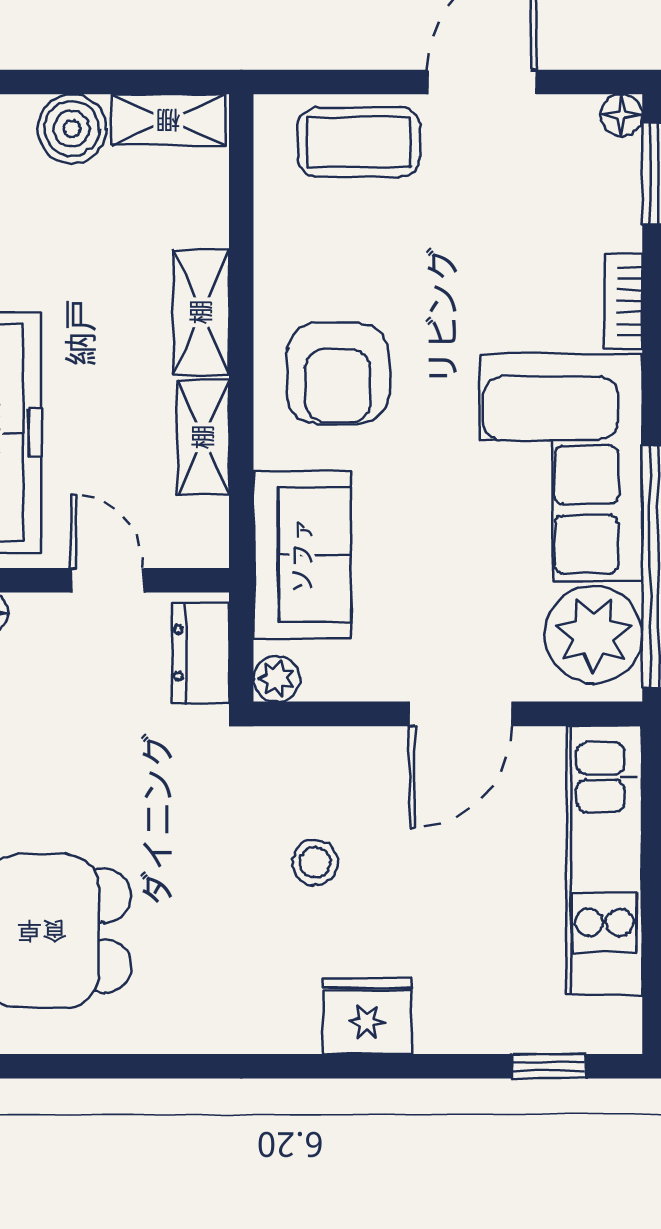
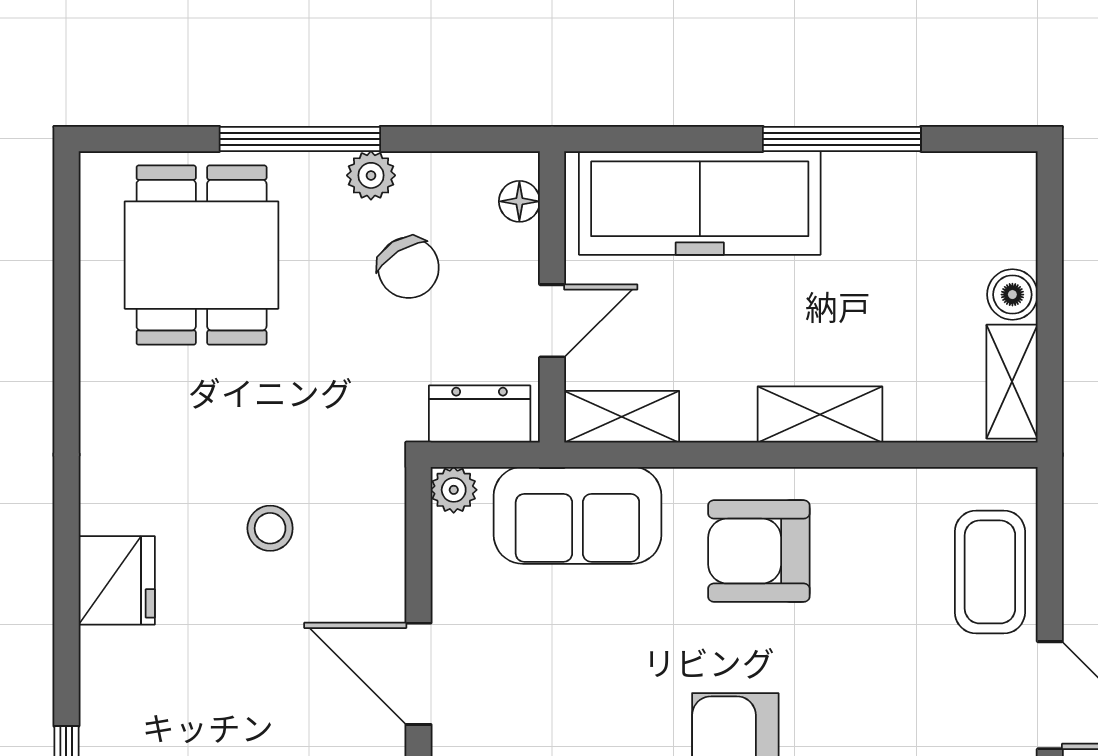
boiler: (72, 129) -> (1012, 295), width x0.73, depth x0.73
shelving: (203, 437) -> (622, 417), moved
chair: (54, 724) -> (408, 268), added

